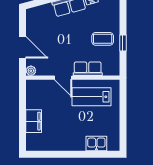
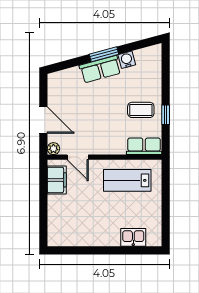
row of seats: (88, 69) -> (144, 146), moved
door: (63, 78) -> (78, 157), moved
filing cabinet: (34, 121) -> (57, 180), moved

